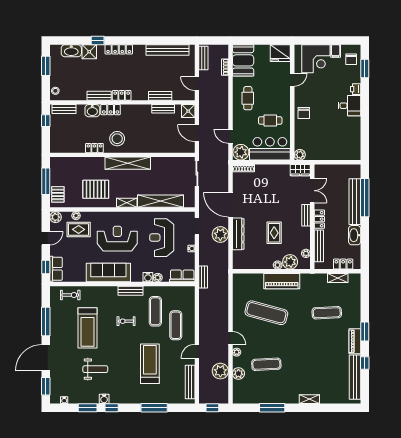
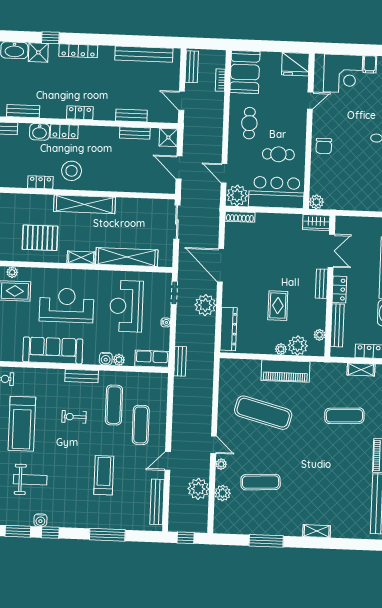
bench: (99, 96) -> (23, 111), moved
dresser: (238, 234) -> (229, 329), moved
treadmill: (150, 364) -> (104, 475), width x0.73, depth x0.73

